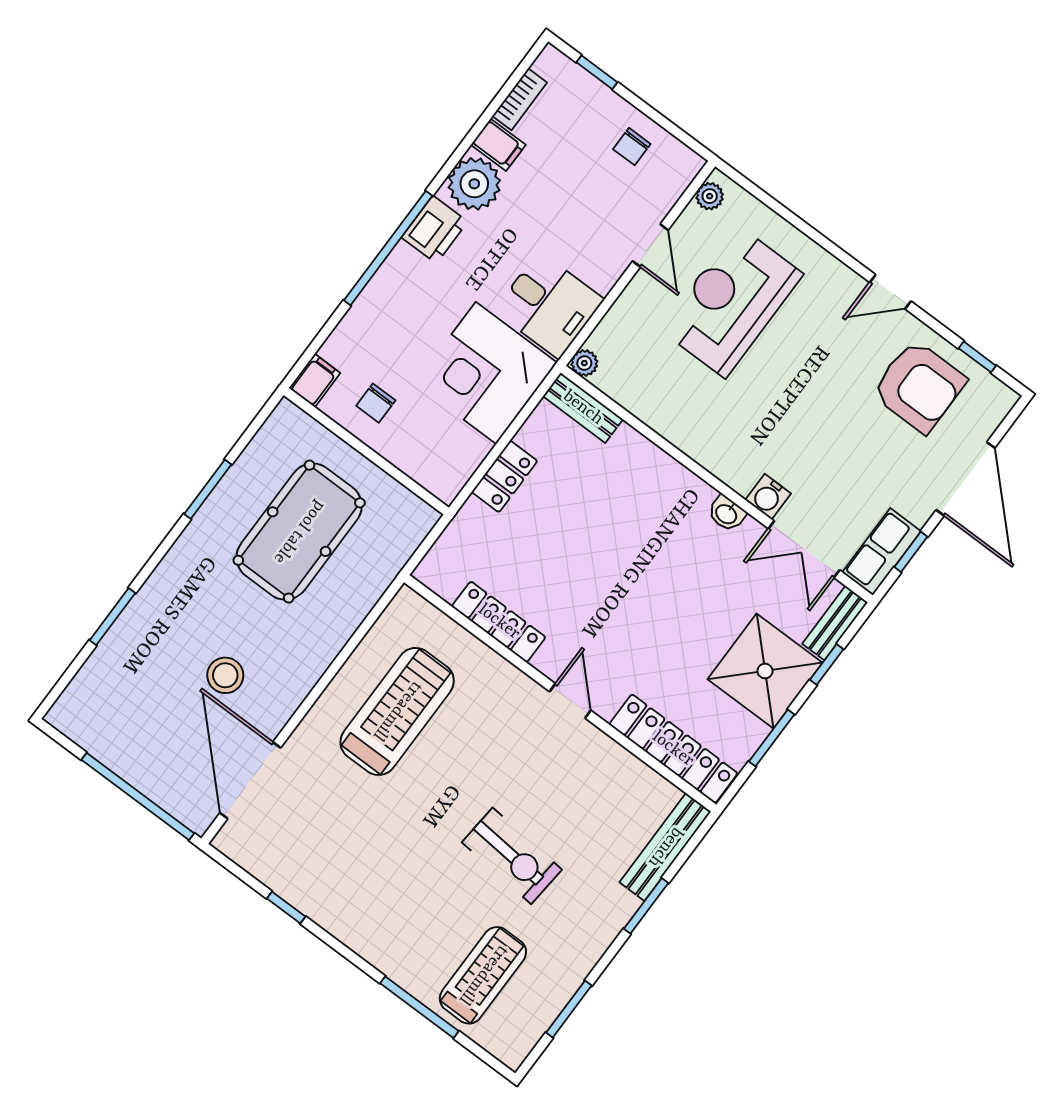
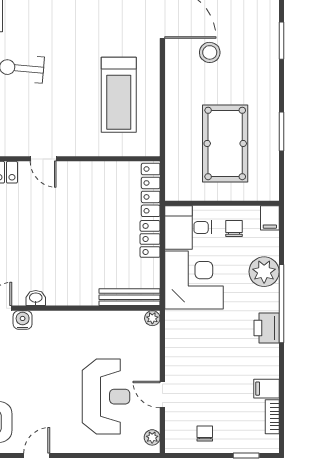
plant: (474, 184) -> (264, 272), moved
desk: (549, 305) -> (188, 227), moved
bench: (583, 408) -> (130, 297), width x1.36
locker: (499, 622) -> (151, 190), moved, turned 90

